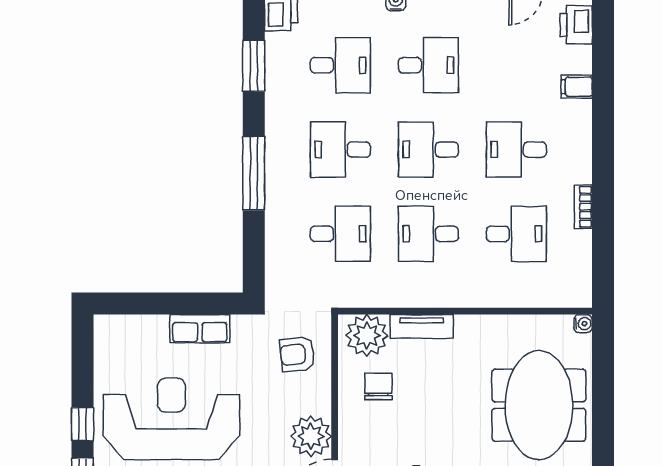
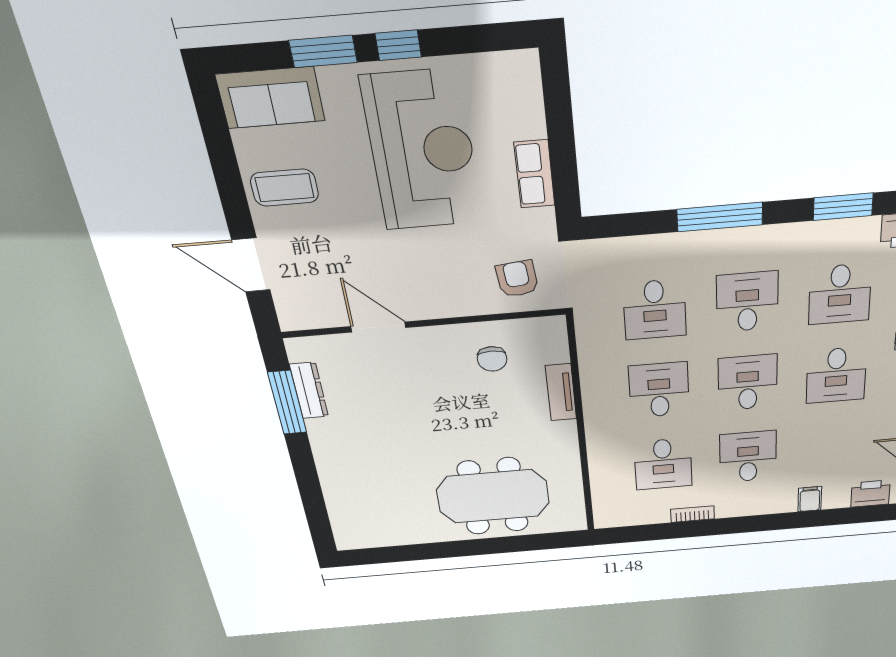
water cooler: (583, 324) -> (578, 523), removed
plant: (367, 336) -> (546, 344), removed
chair: (378, 386) -> (492, 359), turned 90
plant: (311, 436) -> (427, 300), removed

